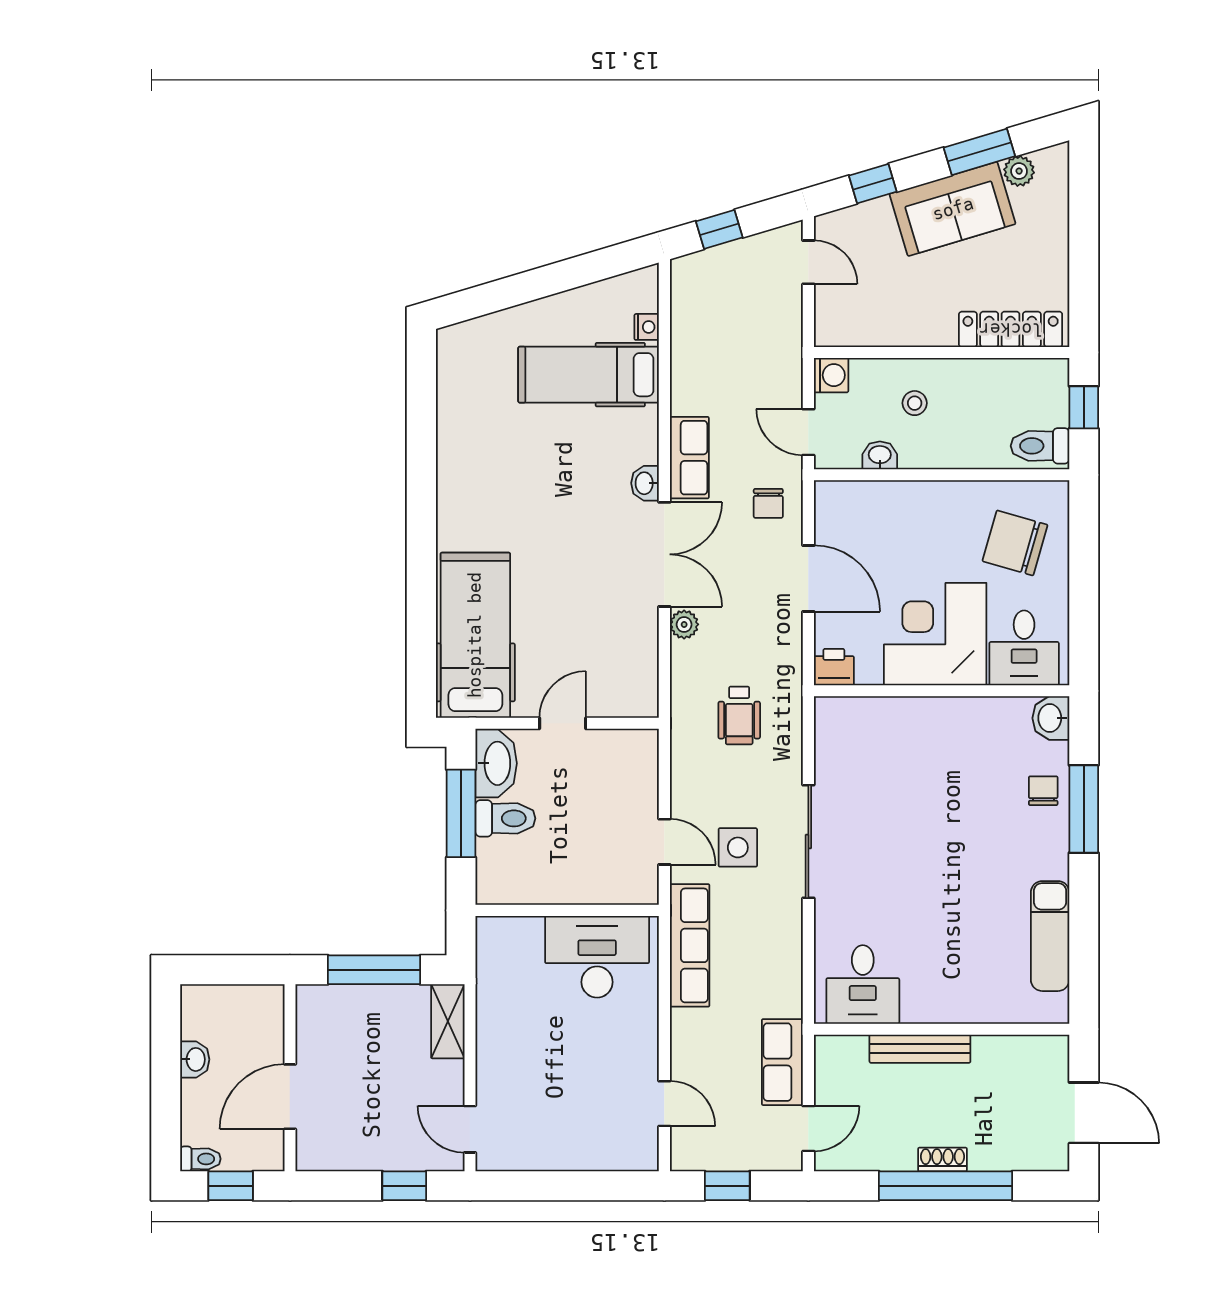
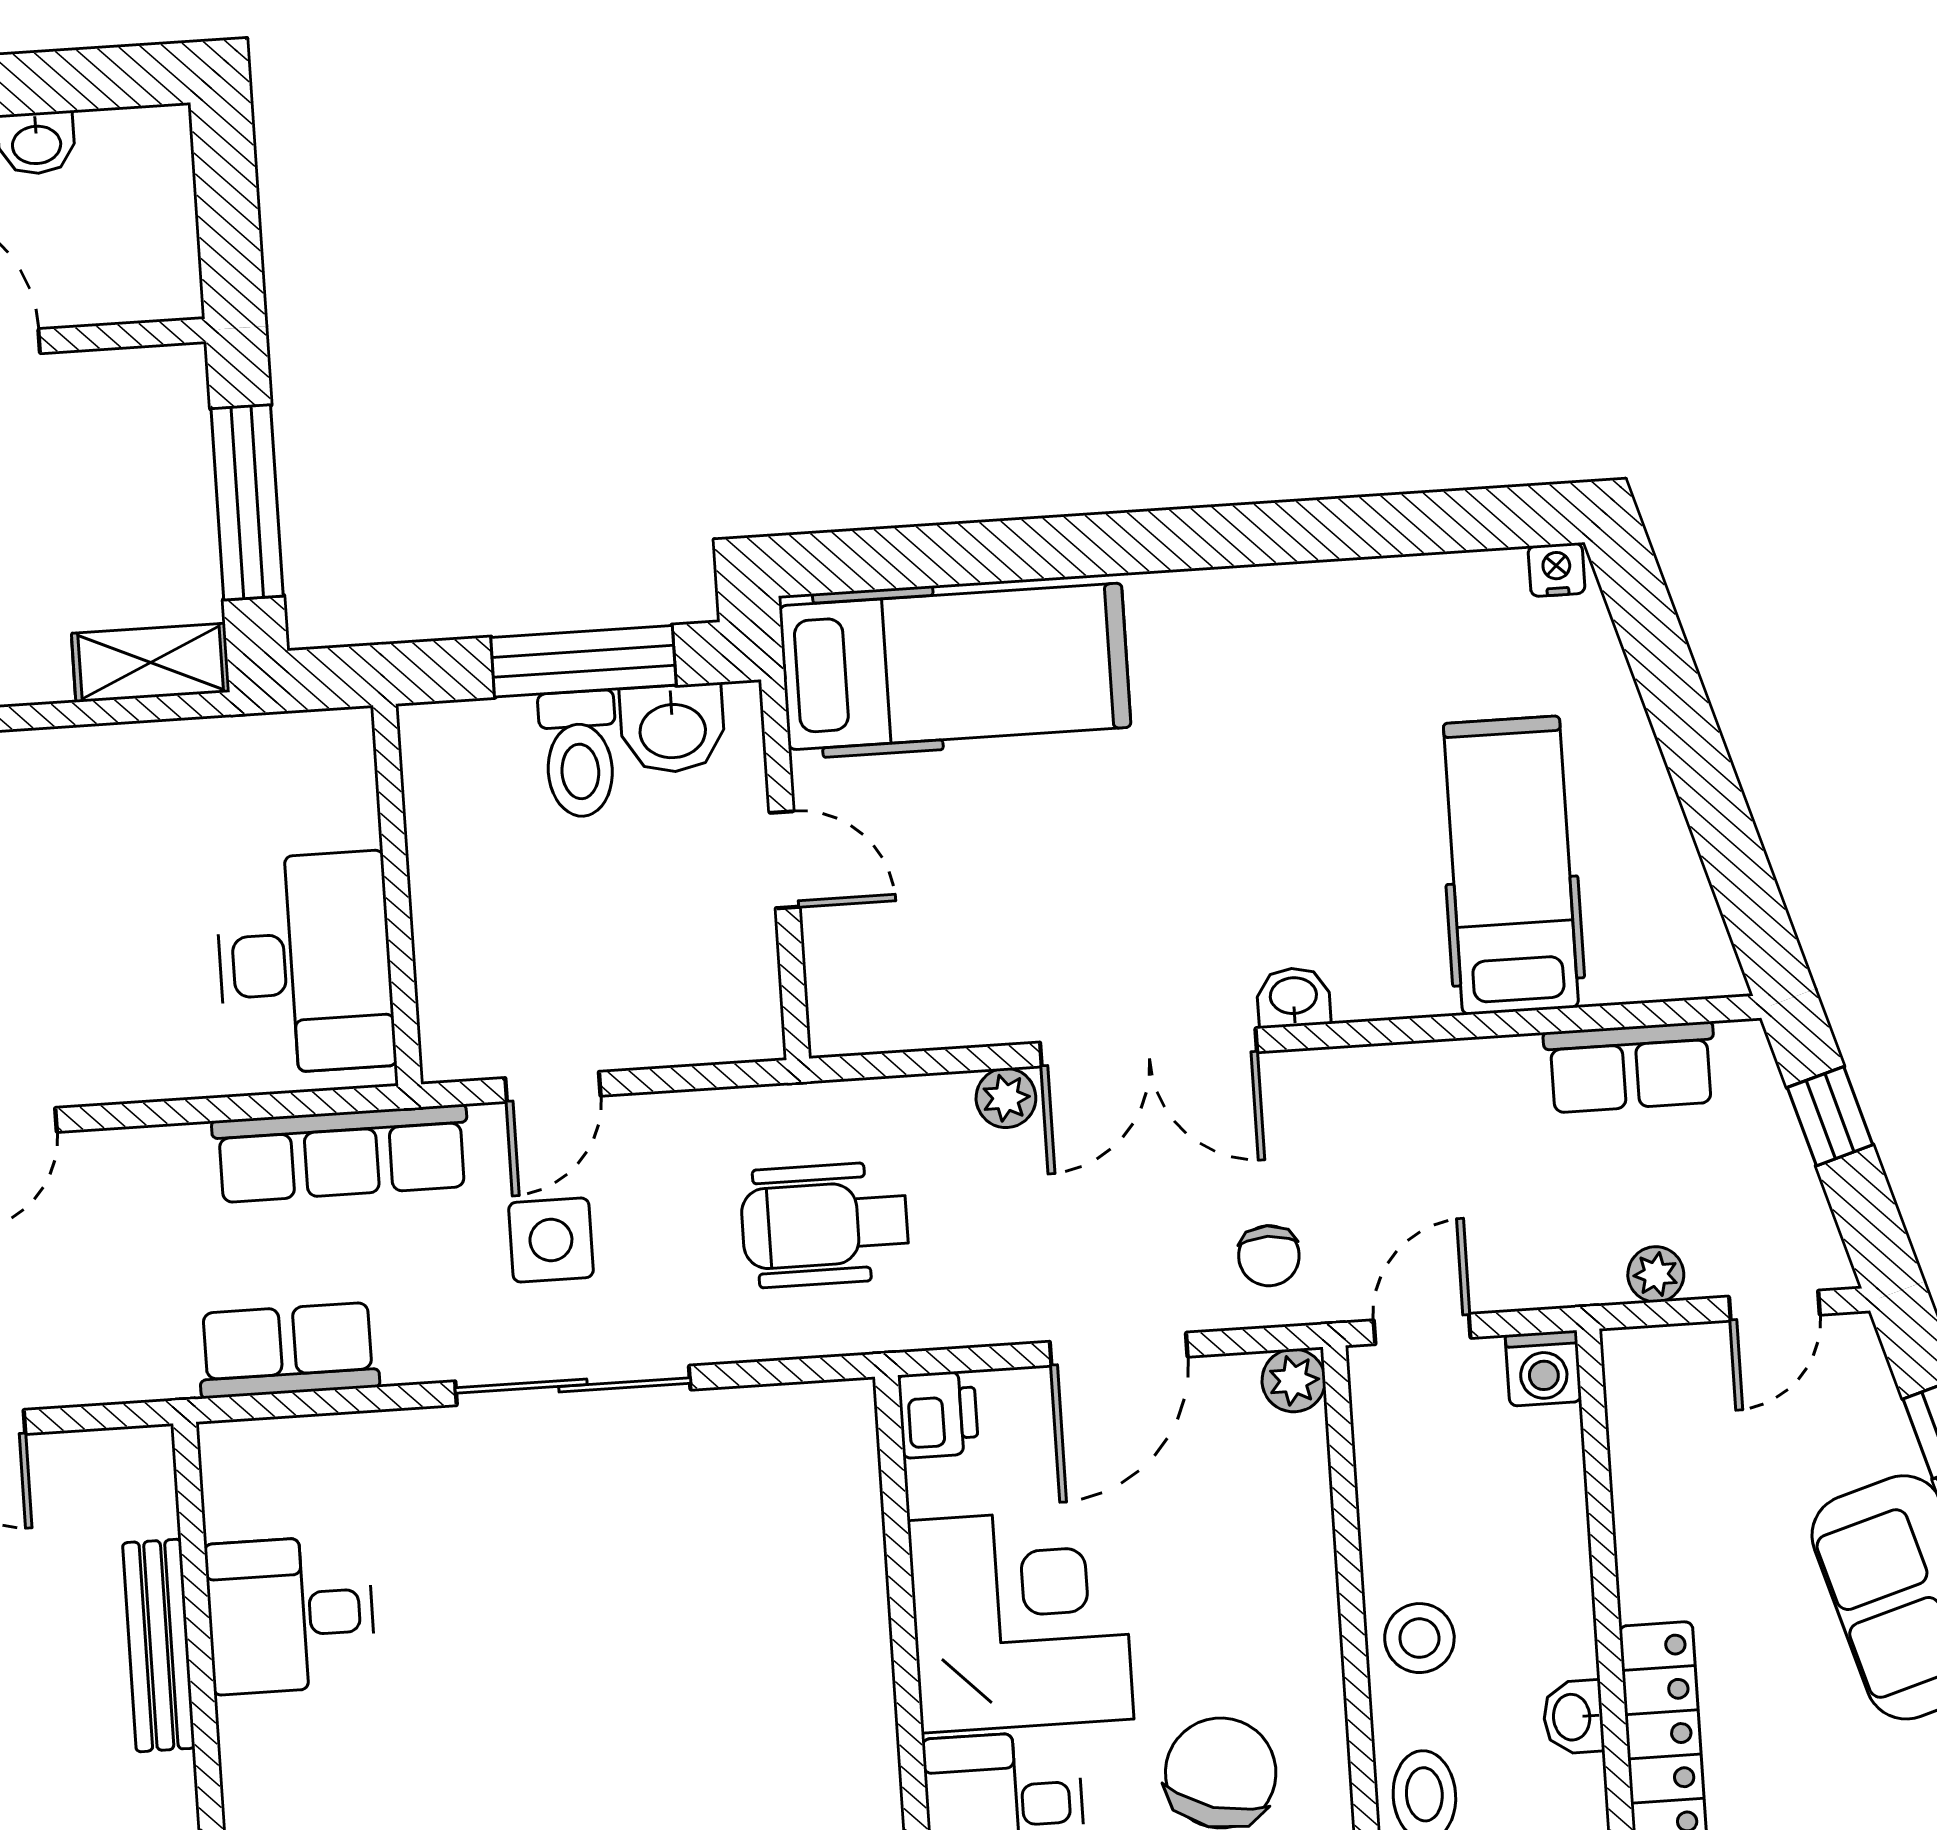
plant: (790, 318) -> (1656, 1274), added
nightstand: (647, 327) -> (1557, 570), moved, turned 180
stool: (915, 403) -> (1419, 1638), moved, width x1.37, depth x1.37
washbasin: (880, 455) -> (1573, 1717), moved, turned 180
row of seats: (689, 458) -> (1630, 1067), moved
plant: (829, 495) -> (1294, 1380), added
chair: (768, 503) -> (1269, 1256), turned -90
wheelchair: (739, 715) -> (825, 1225), width x1.36, depth x1.37
washbasin: (496, 763) -> (673, 728), width x0.72
desk: (863, 984) -> (291, 1615), moved
row of seats: (782, 1062) -> (288, 1350), moved

